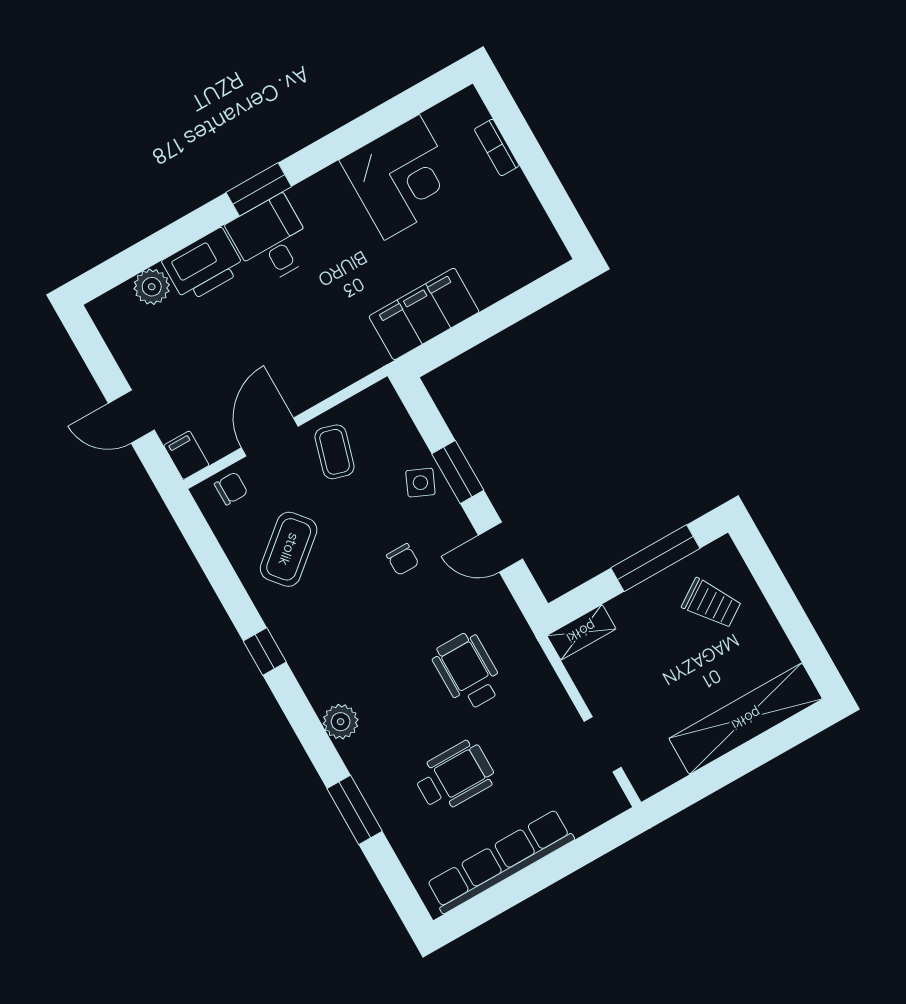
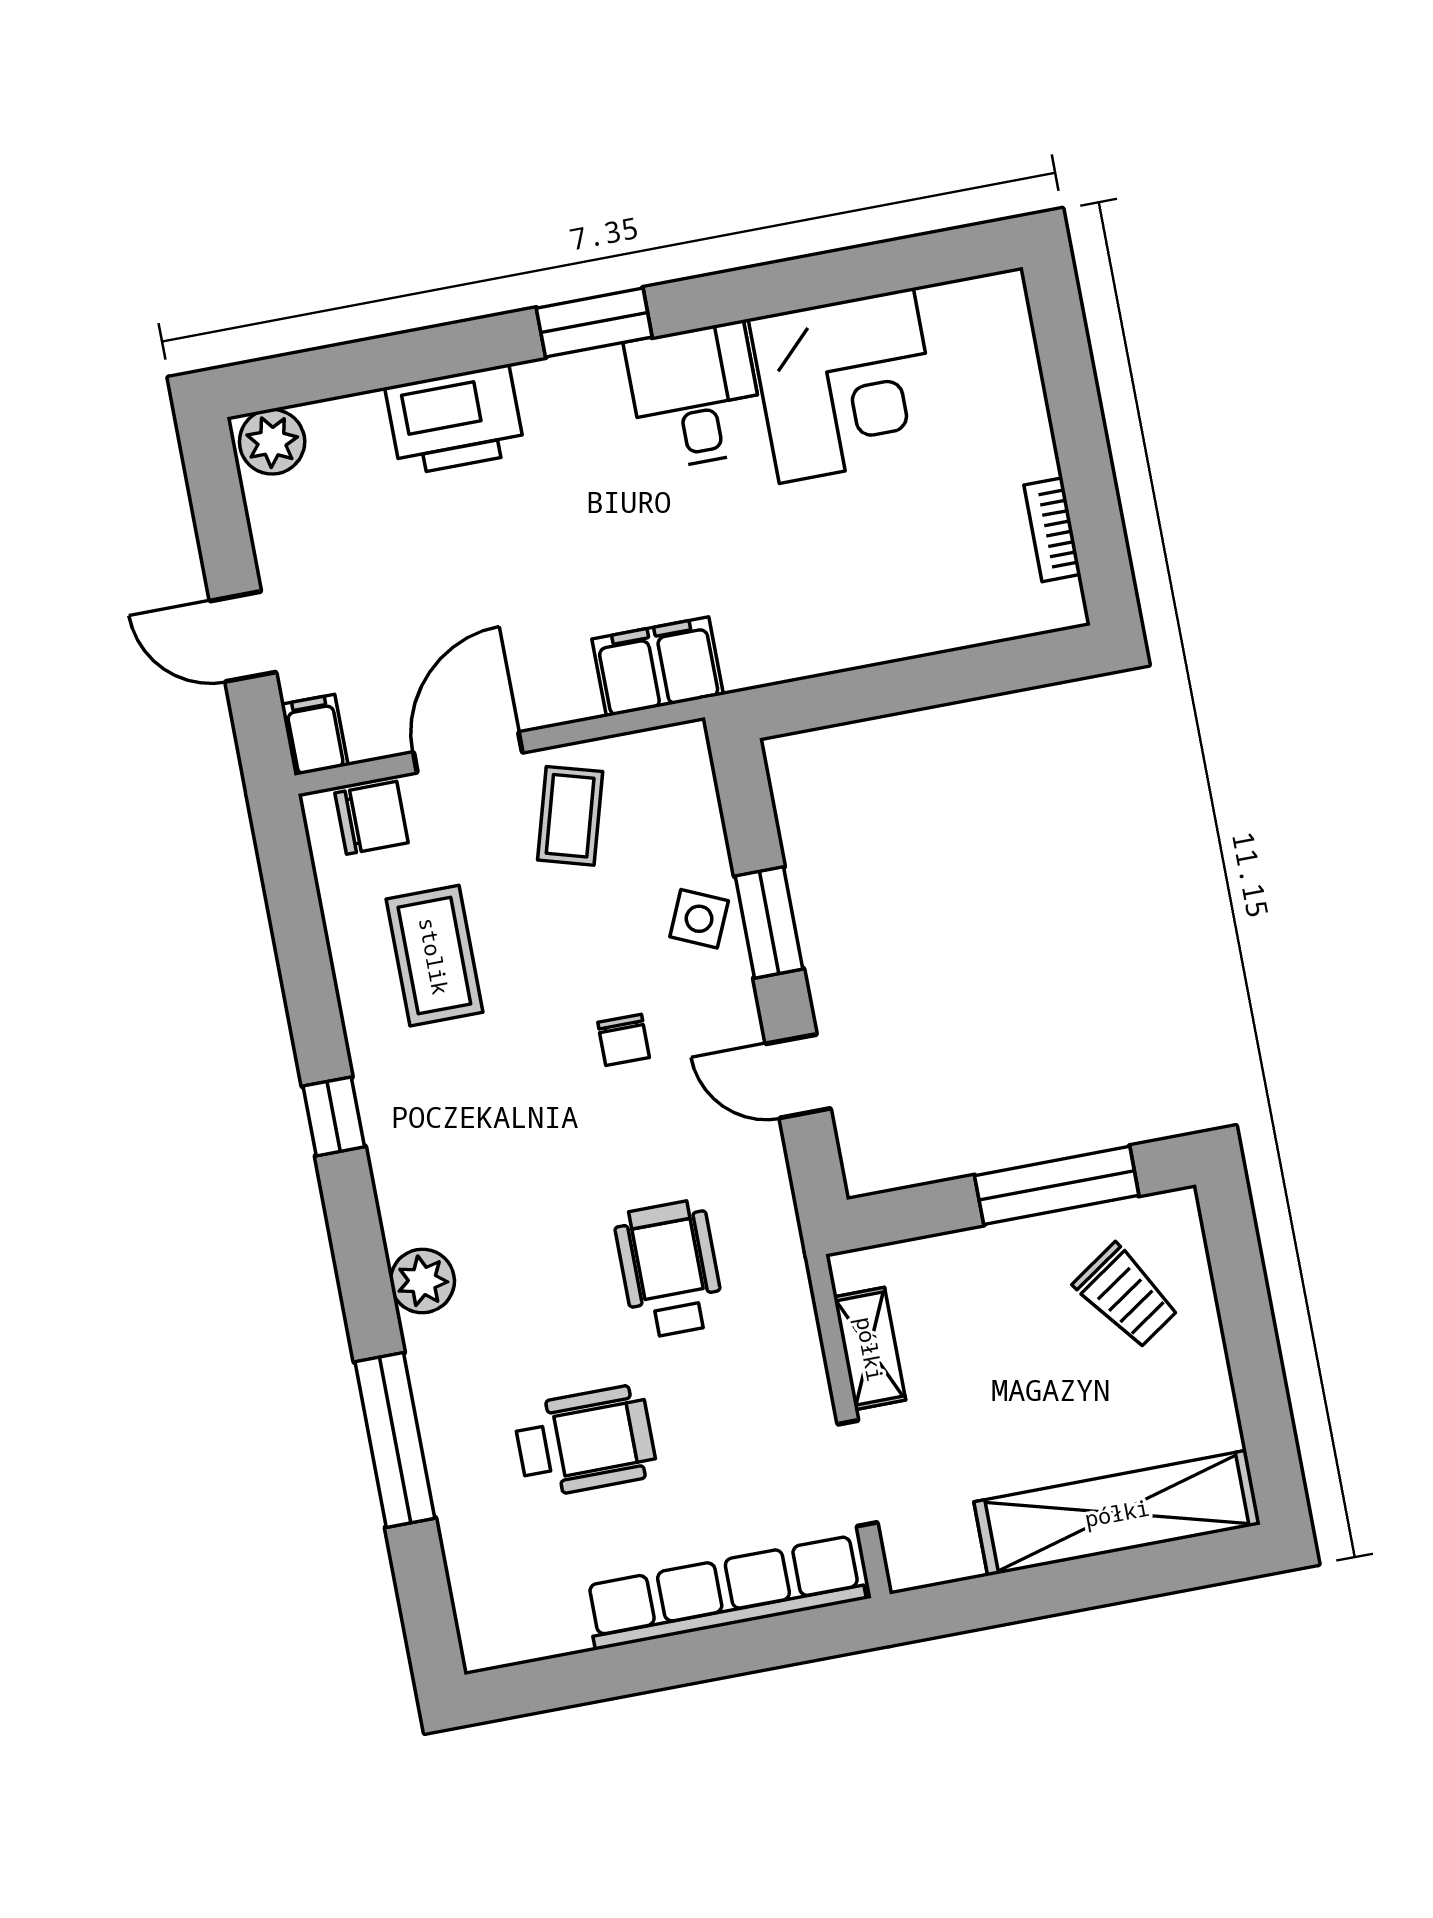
bookcase: (497, 147) -> (1052, 530), moved
desk: (271, 240) -> (695, 396), moved
plant: (152, 287) -> (272, 442), moved
filing cabinet: (424, 314) -> (658, 667), moved, width x0.67, depth x0.86
chair: (231, 488) -> (372, 818), width x1.37, depth x1.37
coffee table: (289, 549) -> (434, 956), turned -50
shelving: (581, 632) -> (870, 1349), moved, turned 90
window: (355, 810) -> (395, 1440), width x1.44
row of seats: (500, 861) -> (725, 1592), moved

